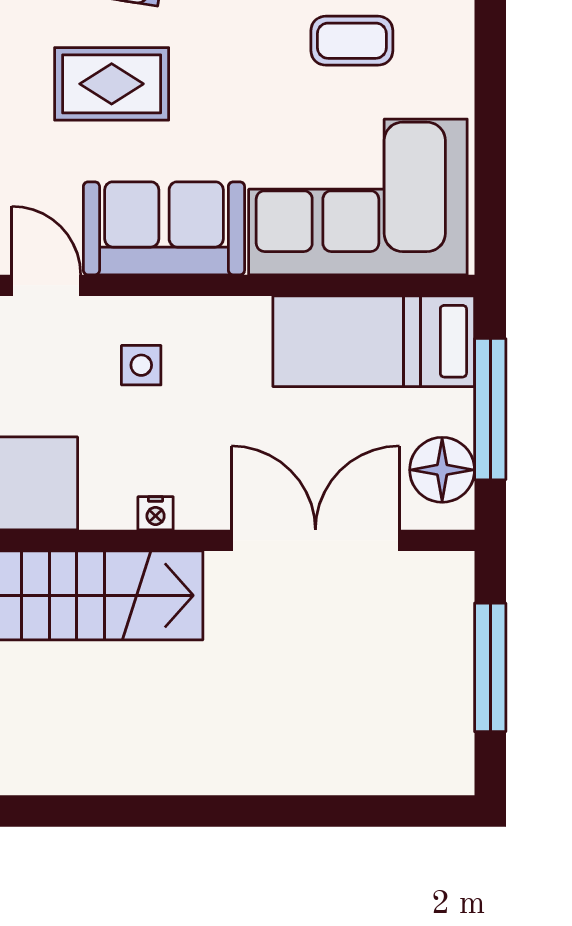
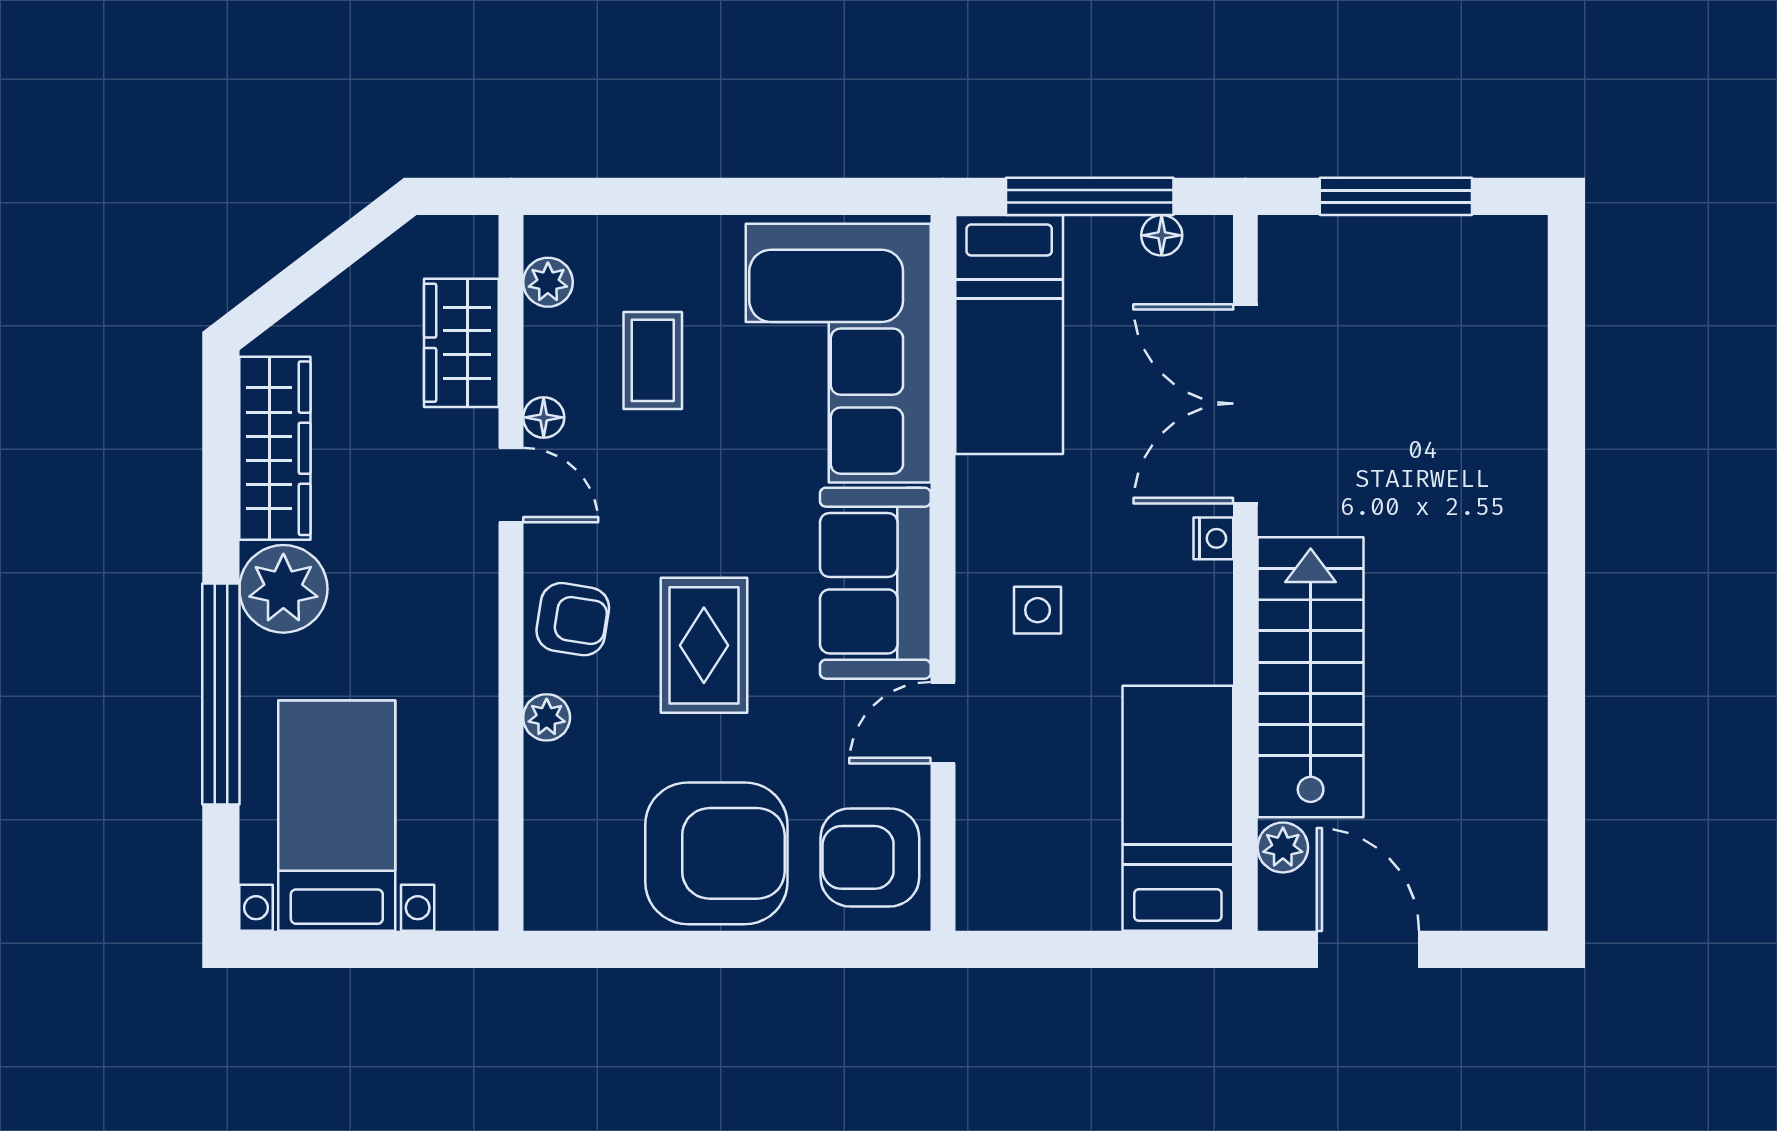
floor lamp: (442, 470) -> (1162, 235), width x0.53, depth x0.53
nightstand: (156, 513) -> (1213, 538), moved

